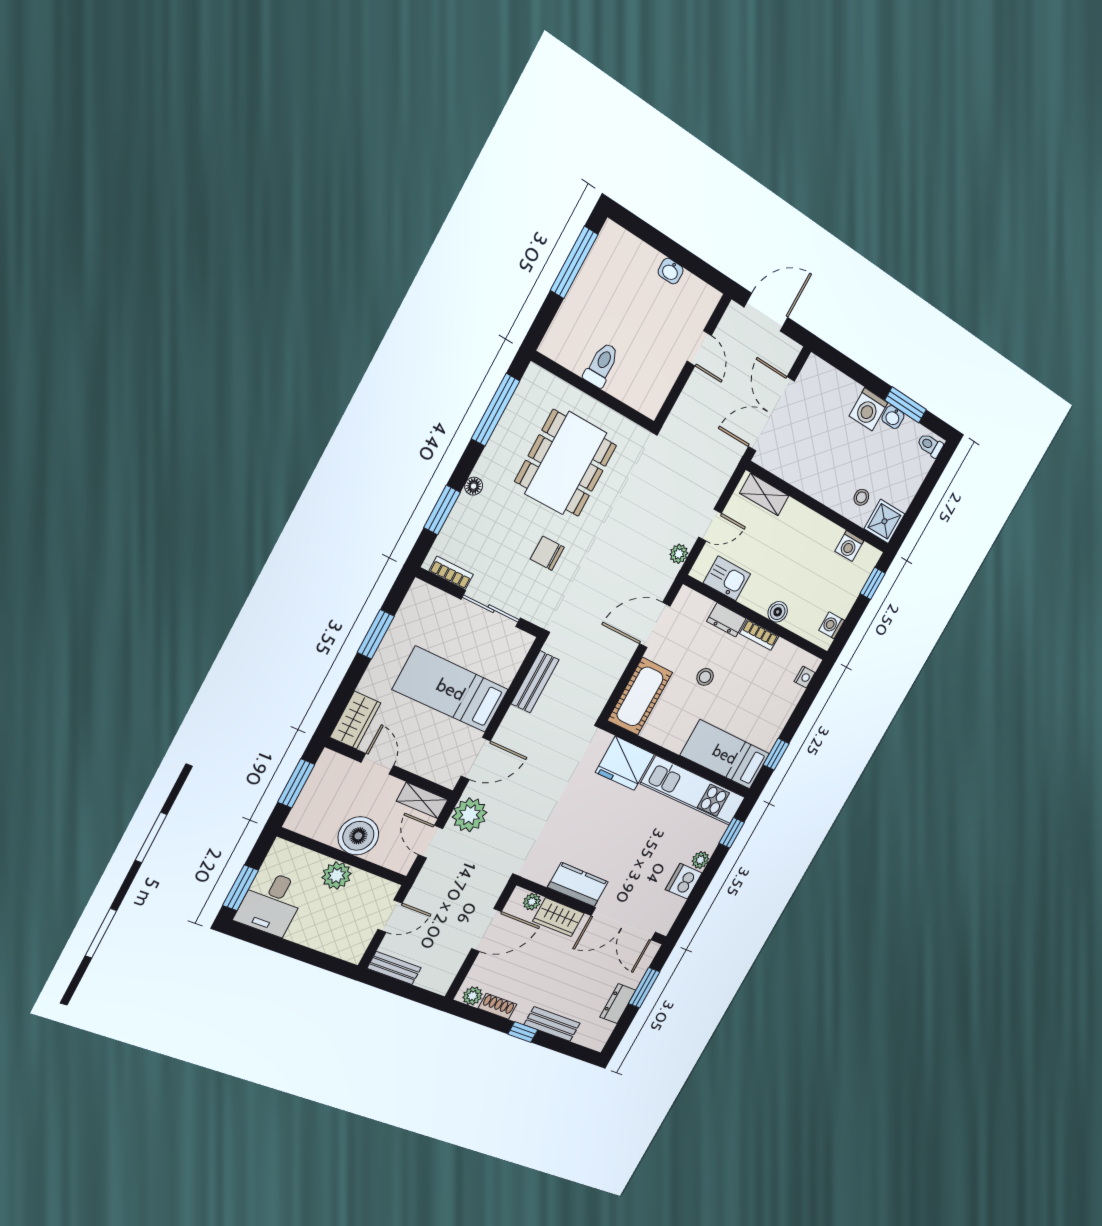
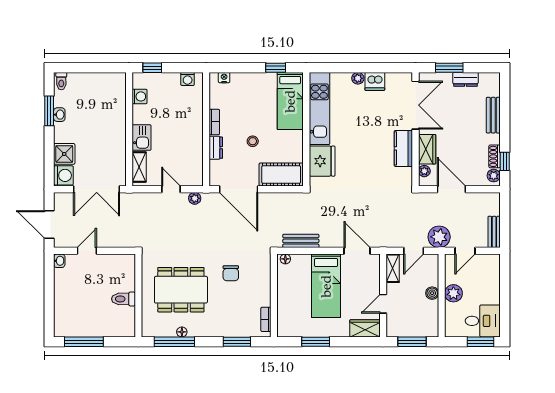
washbasin: (671, 271) -> (59, 261), moved
washing machine: (868, 409) -> (63, 175), moved
floor lamp: (474, 486) -> (182, 332), moved
stool: (861, 497) -> (110, 106), removed
shower: (884, 521) -> (64, 154), moved
kitchen sink: (727, 578) -> (142, 138), moved, turned 180
sliding door: (491, 609) -> (274, 288), removed
boiler: (778, 612) -> (196, 119), removed
door: (655, 625) -> (239, 189), width x1.36
floor lamp: (522, 646) -> (285, 259), added
plant: (470, 815) -> (439, 237), moved
window: (732, 833) -> (333, 68), removed
boiler: (358, 836) -> (432, 293), width x0.54, depth x0.54
door: (390, 916) -> (465, 251), swing flipped
window: (523, 1032) -> (505, 161), moved

